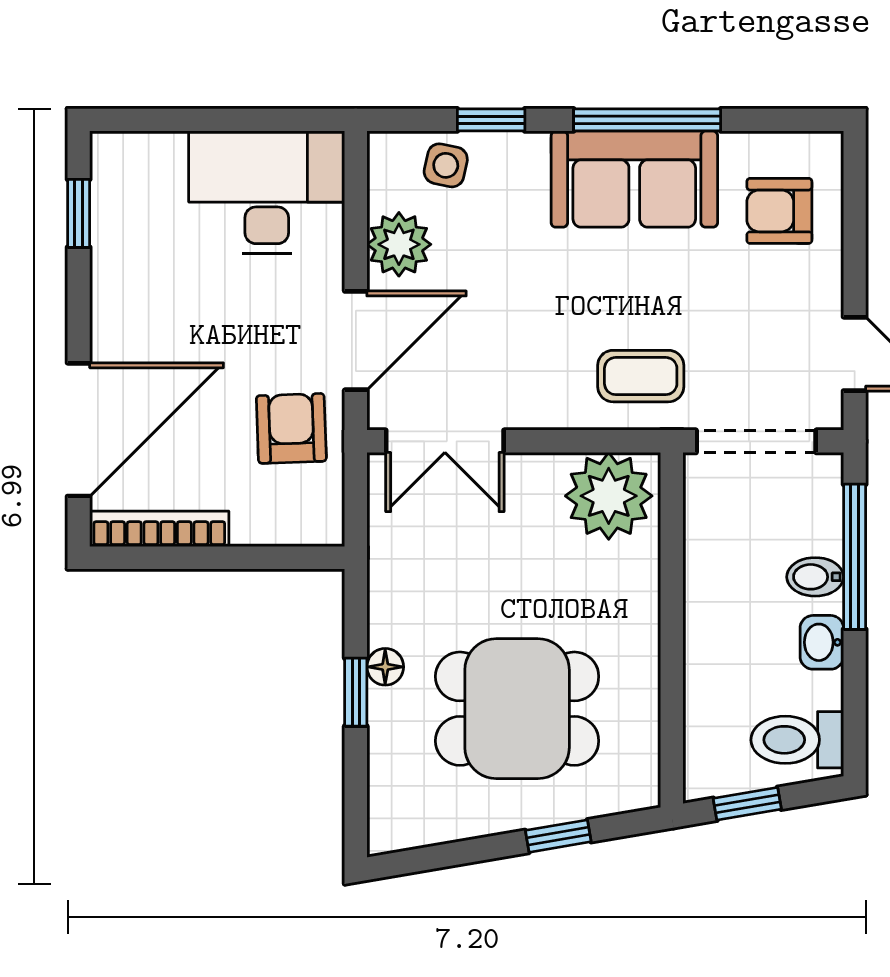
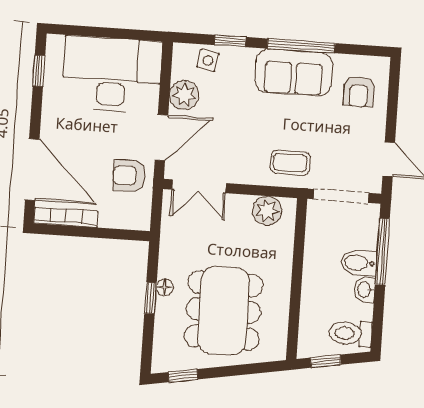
desk: (267, 192) -> (112, 75), width x1.36, depth x1.30
armchair: (779, 211) -> (359, 92), turned -90
armchair: (291, 428) -> (129, 176), turned -88
door: (79, 430) -> (32, 170), hinge flipped
plant: (609, 496) -> (267, 211), width x0.73, depth x0.73
bidet: (815, 577) -> (359, 263), width x1.38, depth x1.36
dining table: (517, 709) -> (224, 311), width x1.38
window: (558, 836) -> (183, 376), moved

